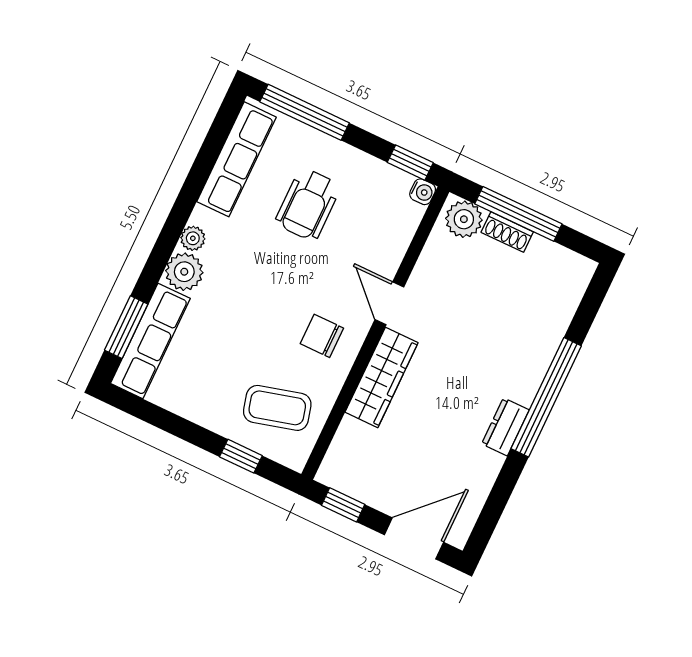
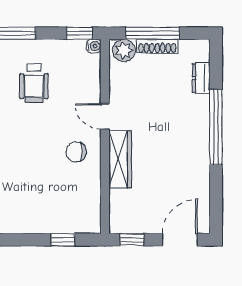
shoe rack: (507, 232) -> (157, 46), width x1.43
coffee table: (277, 408) -> (70, 203), removed
dresser: (505, 427) -> (201, 78), moved

